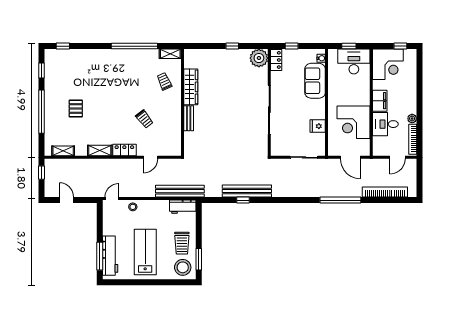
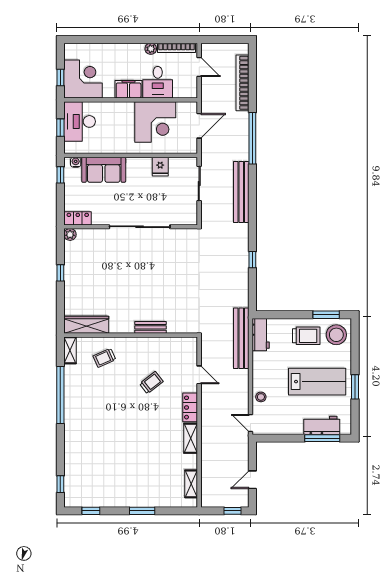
window: (292, 46) -> (60, 175), moved
window: (400, 46) -> (60, 77), moved
plant: (259, 58) -> (70, 234), width x0.53, depth x0.53
wardrobe: (191, 87) -> (86, 325), moved
pallet: (76, 109) -> (138, 468), removed
window: (41, 112) -> (142, 511), width x0.47
window: (41, 173) -> (233, 511), moved
bench: (247, 191) -> (241, 192), moved
lab bench: (145, 252) -> (317, 382), turned 180
workbench: (110, 256) -> (322, 425), width x0.73
window: (141, 282) -> (355, 387), added

